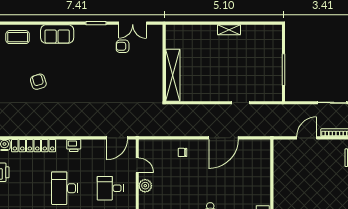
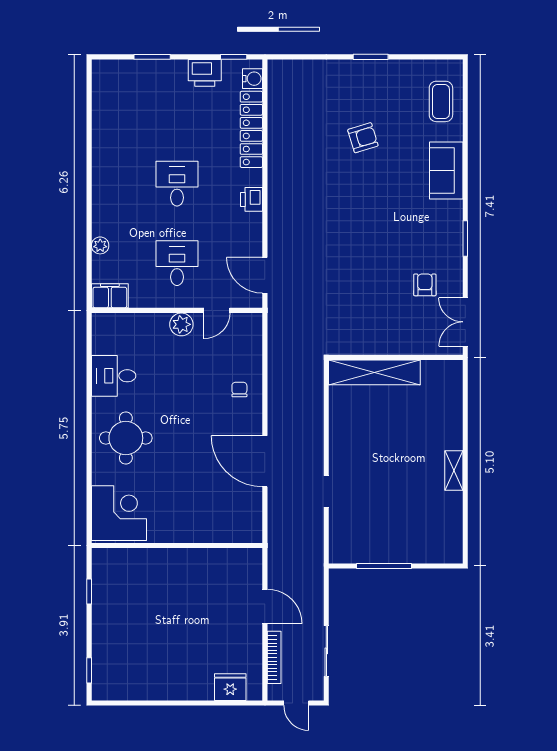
double door: (133, 23) -> (465, 322), moved
desk: (65, 188) -> (177, 184), width x0.73

